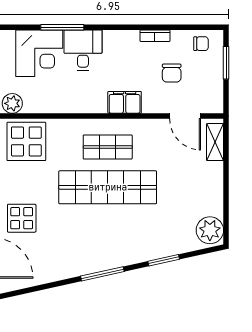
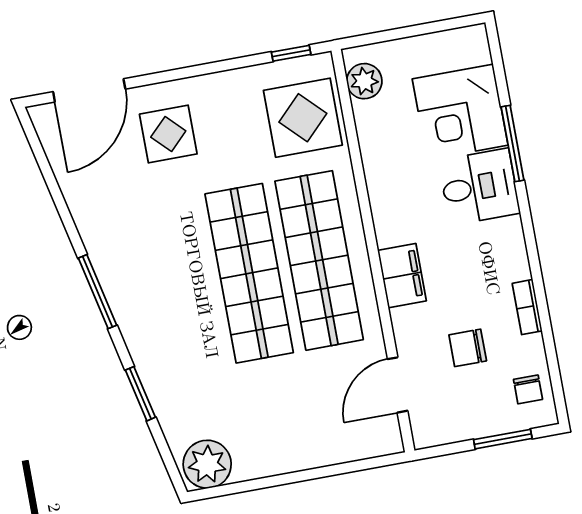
shelving: (215, 142) -> (362, 445), removed
shop shelf: (108, 147) -> (319, 260), width x2.00, depth x1.36

